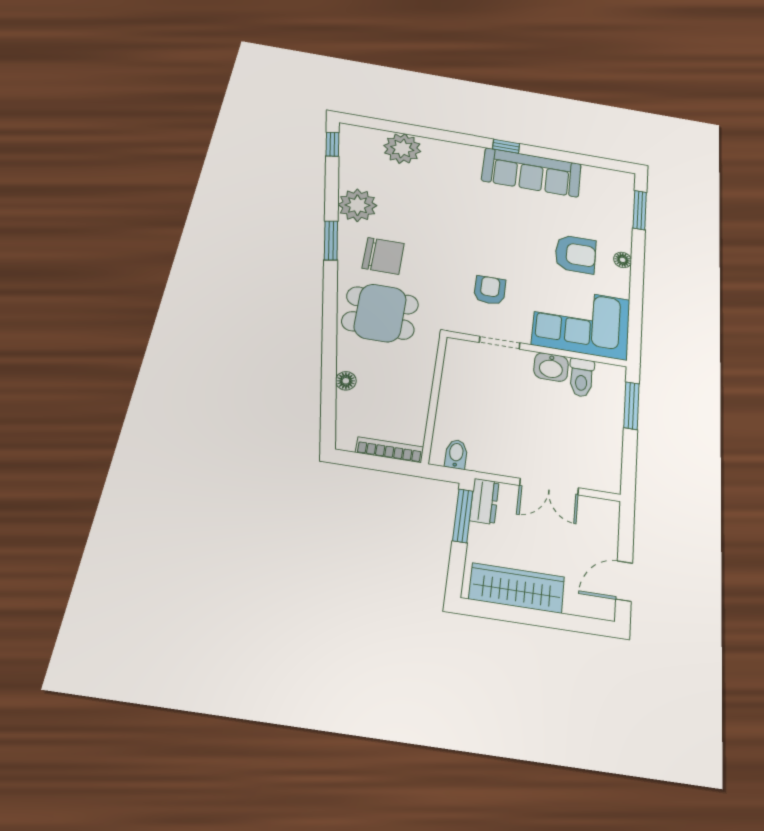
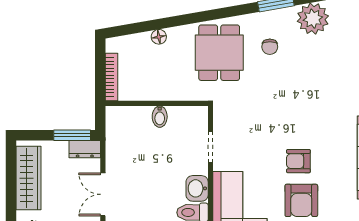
chair: (383, 256) -> (270, 47), width x0.54, depth x0.54
armchair: (490, 290) -> (298, 161), moved, turned 180
bidet: (456, 454) -> (160, 117), moved, turned 90

